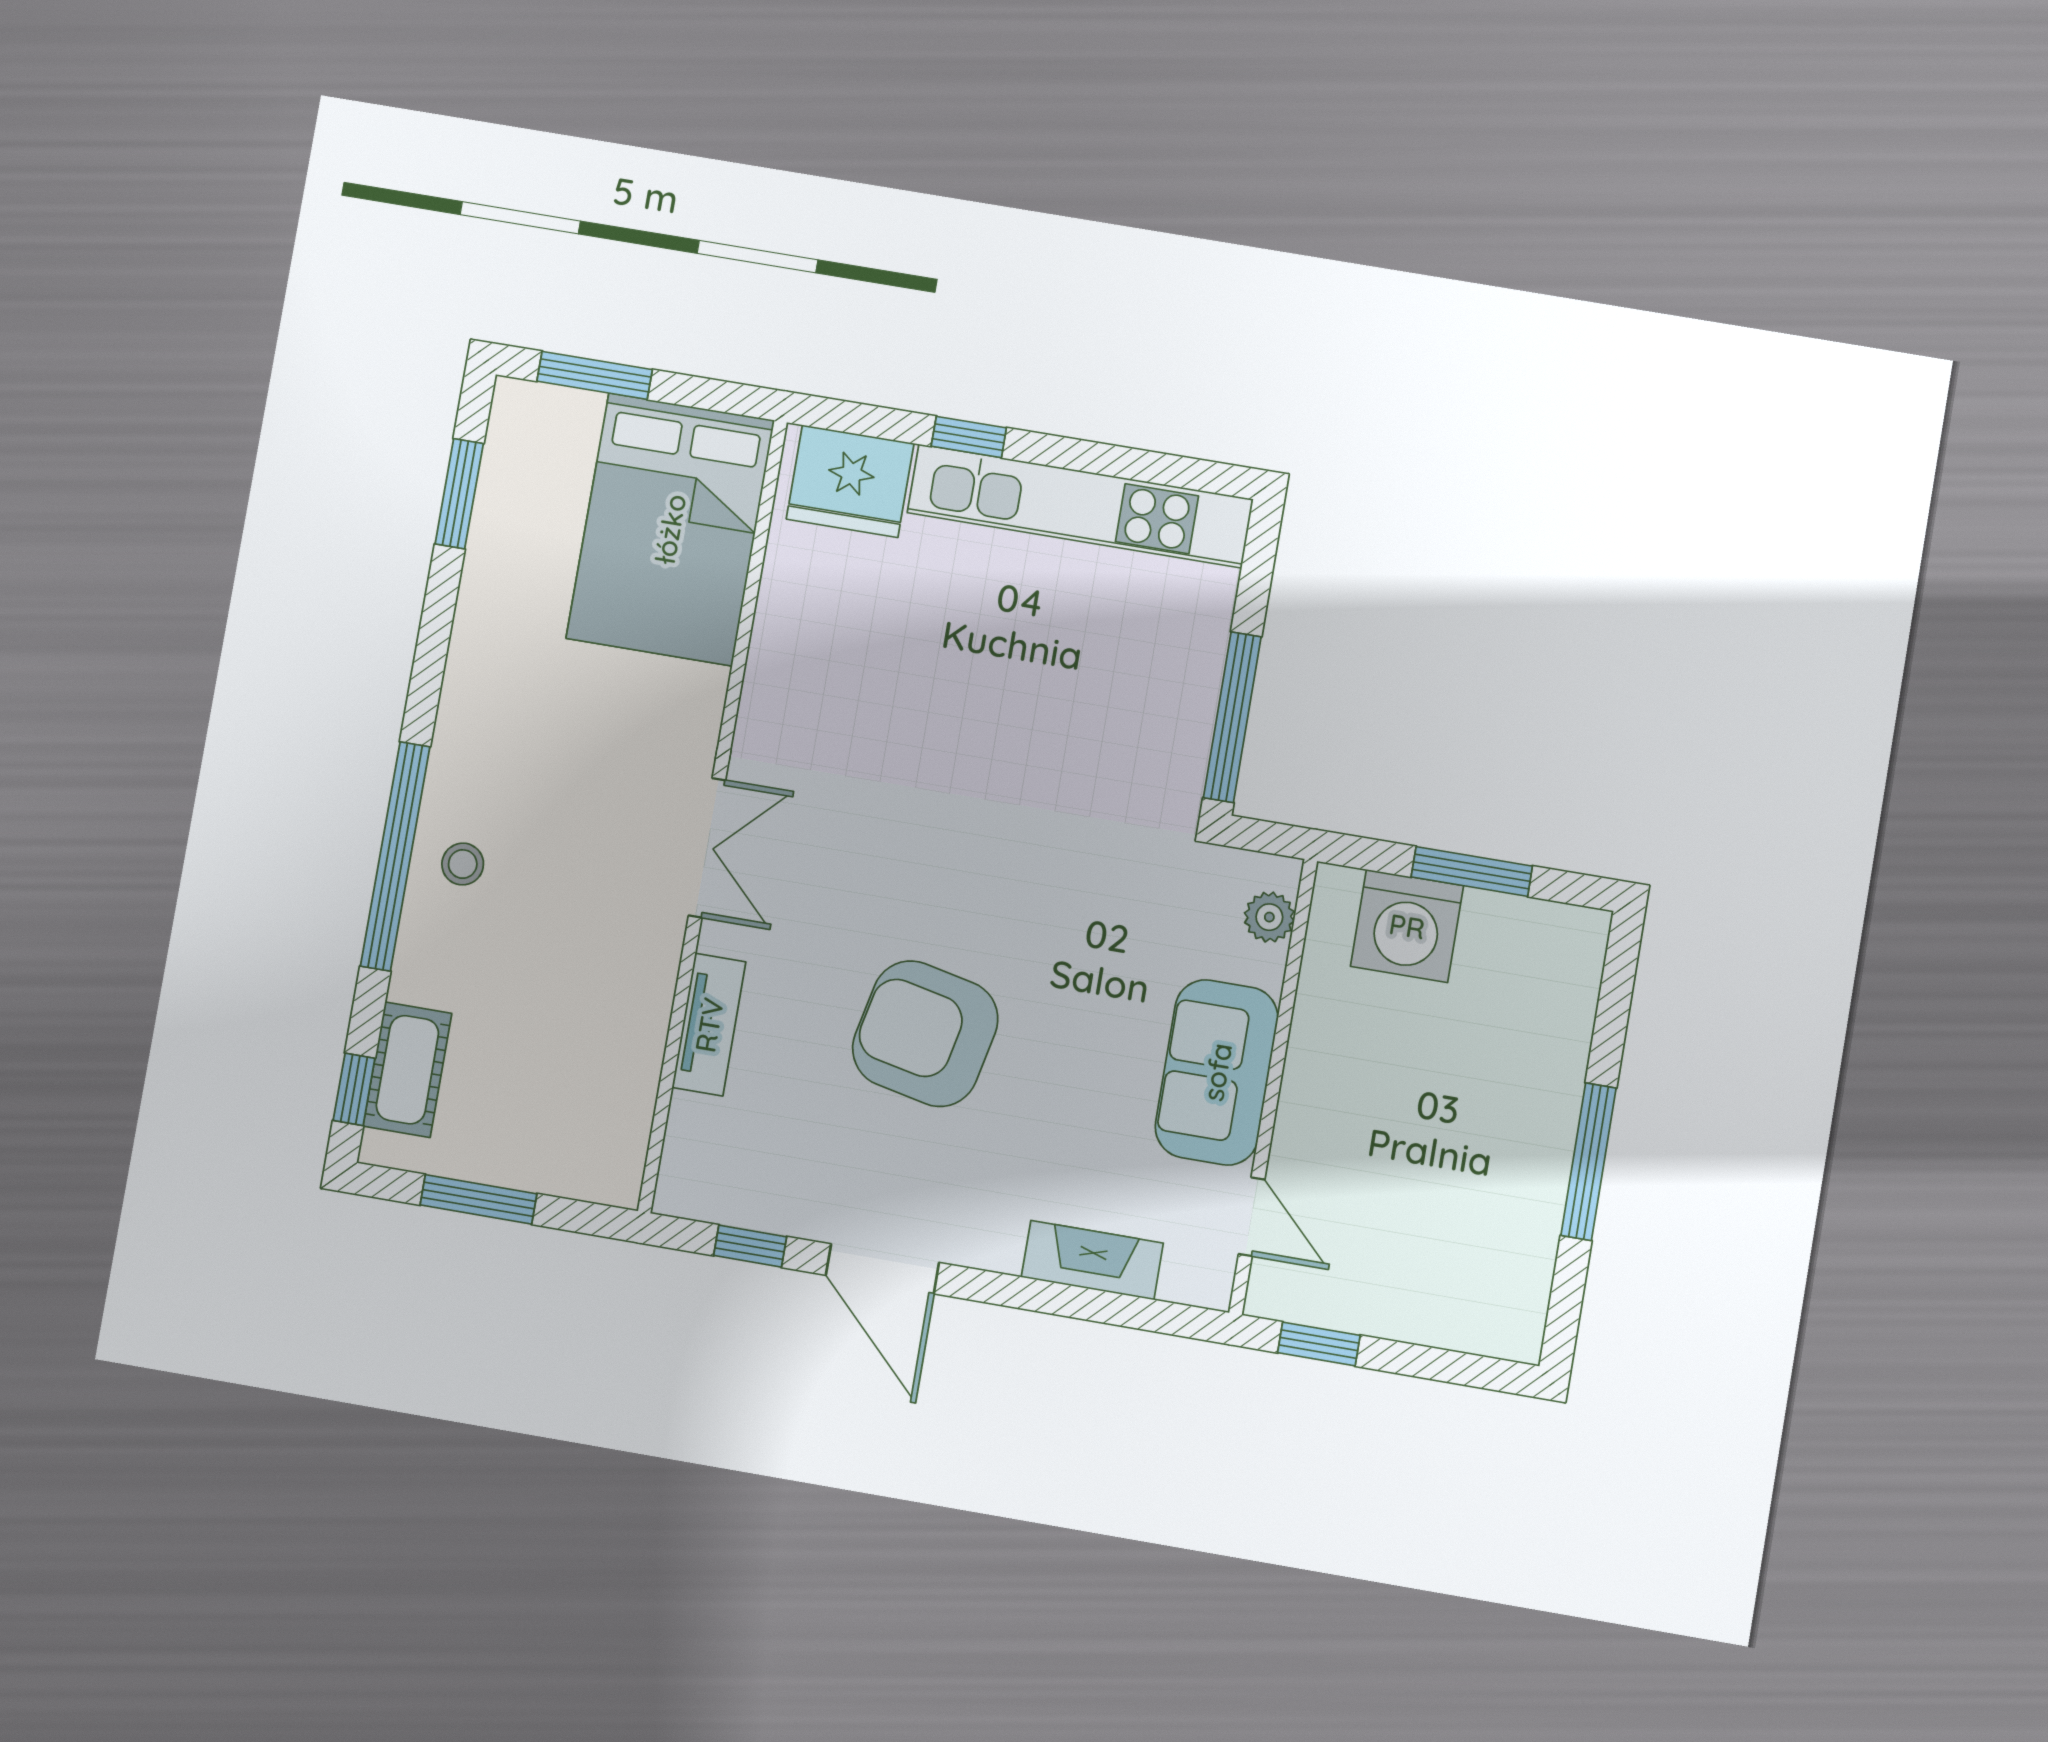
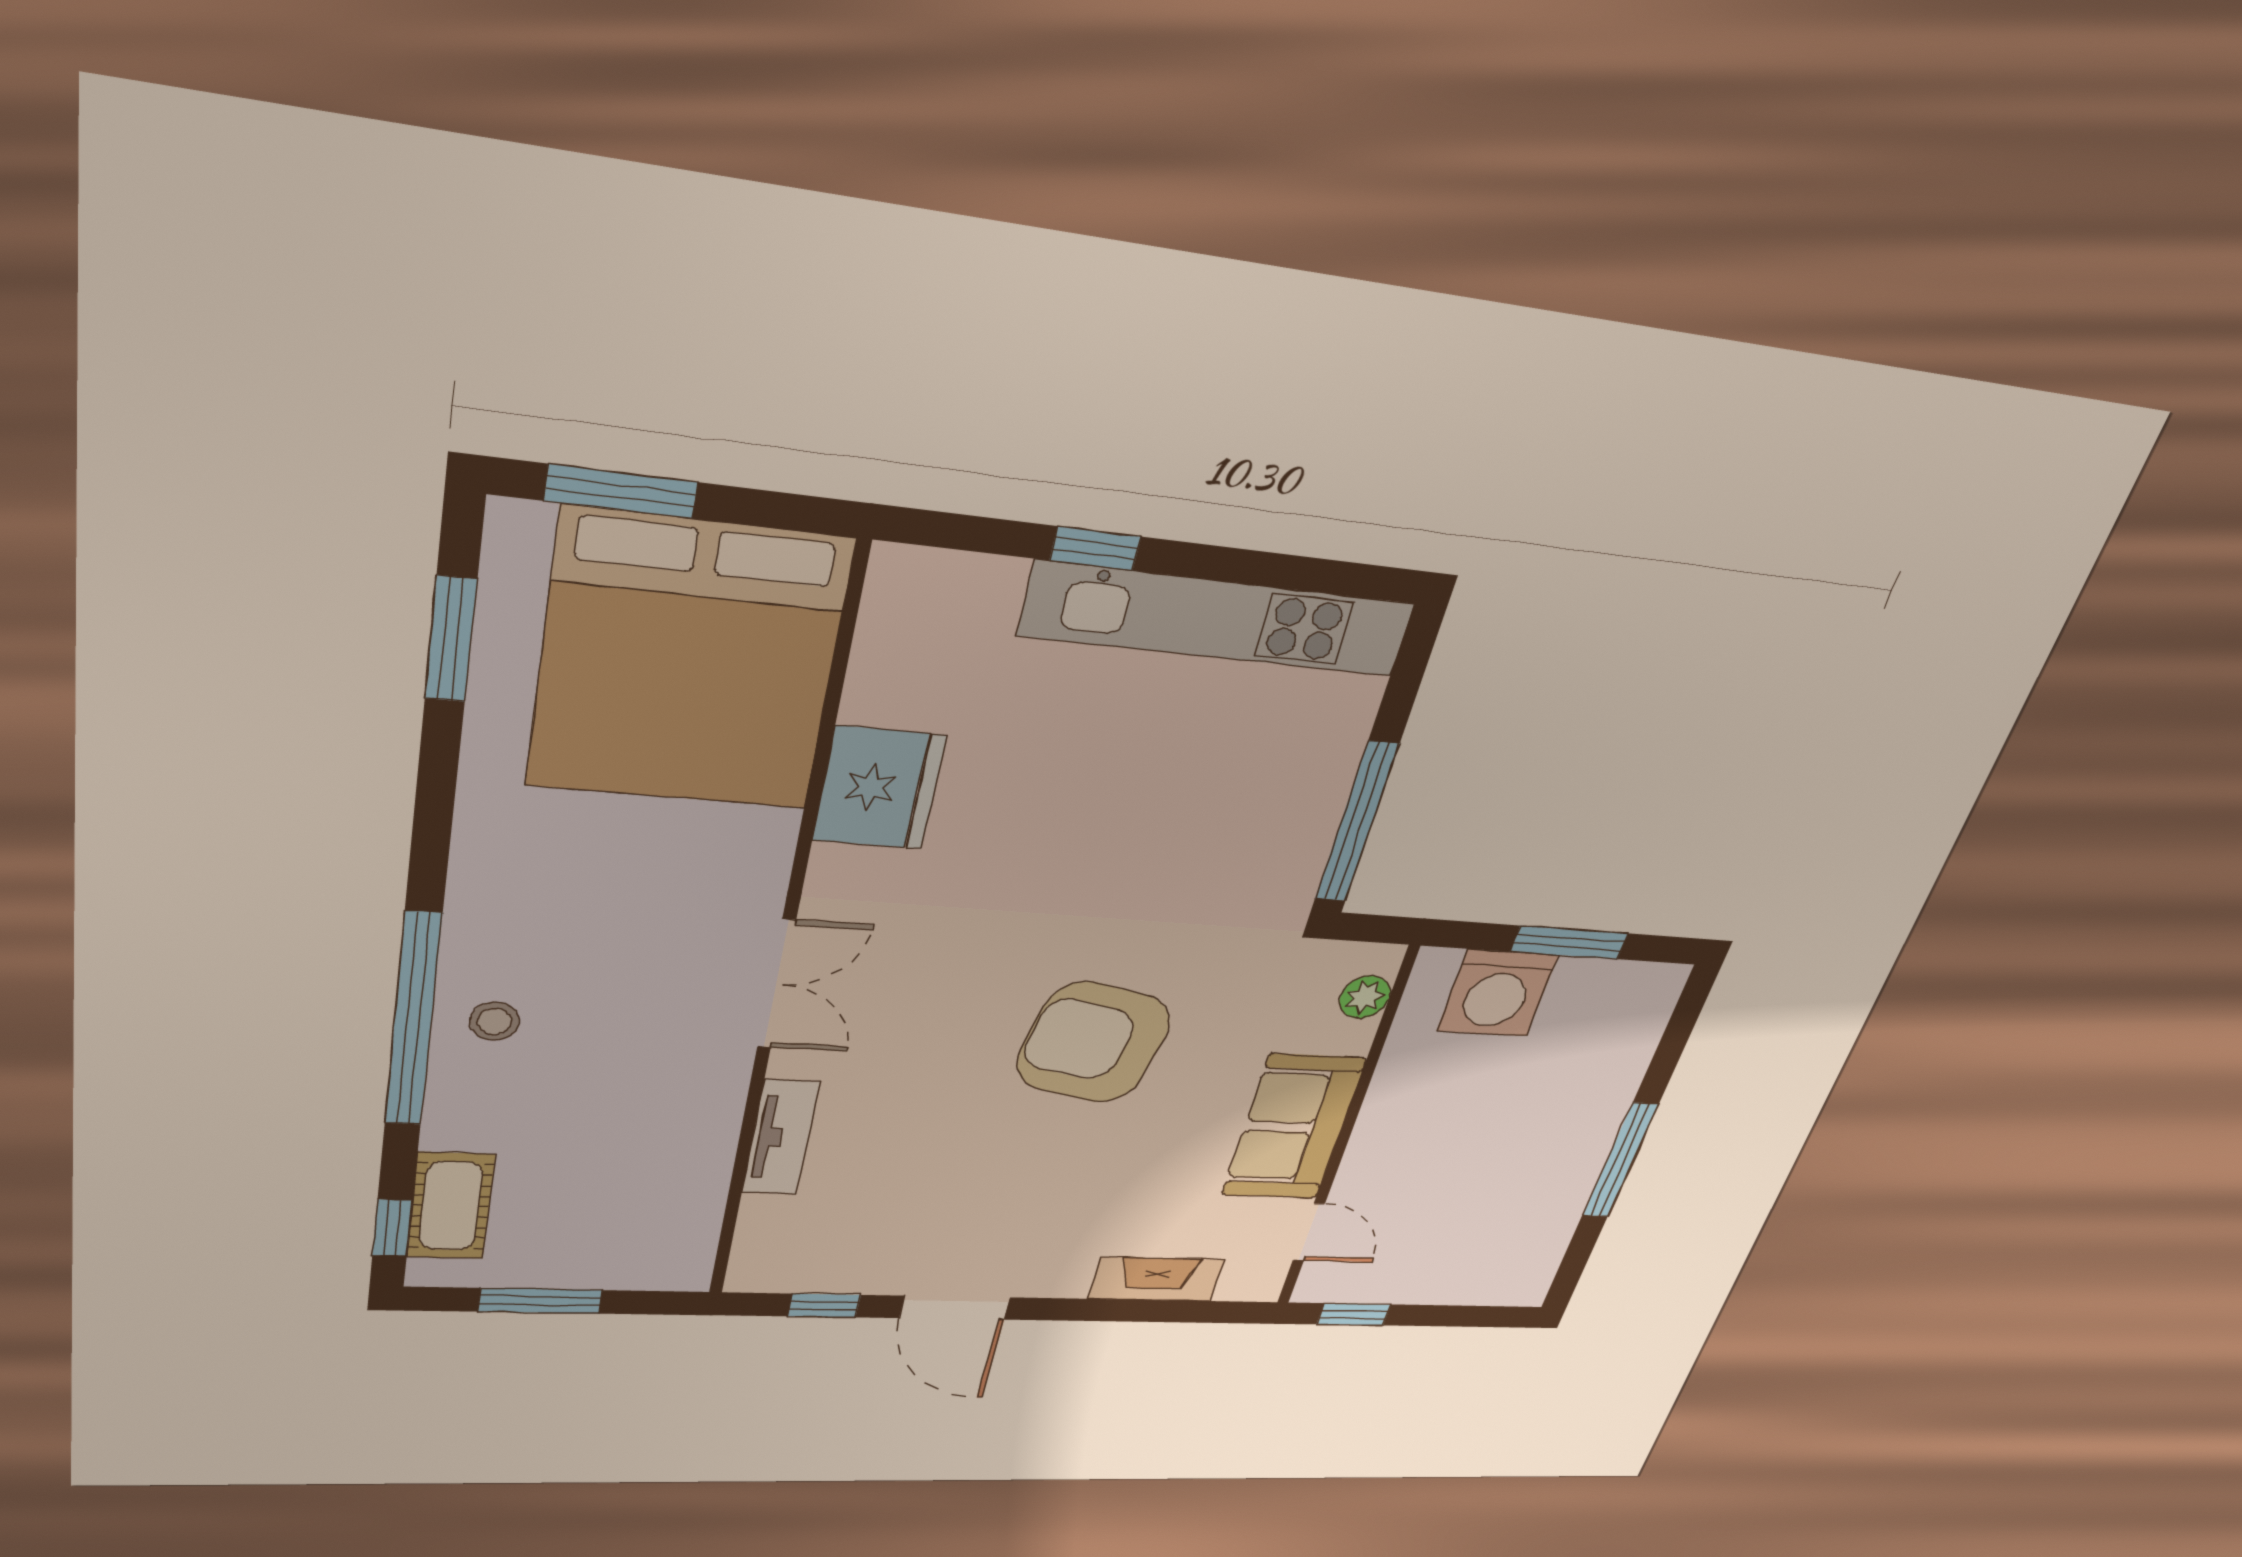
fridge: (850, 481) -> (879, 788), moved, turned -90
bed: (670, 529) -> (689, 663), width x1.36
armchair: (925, 1034) -> (1093, 1043), moved

